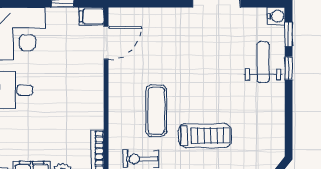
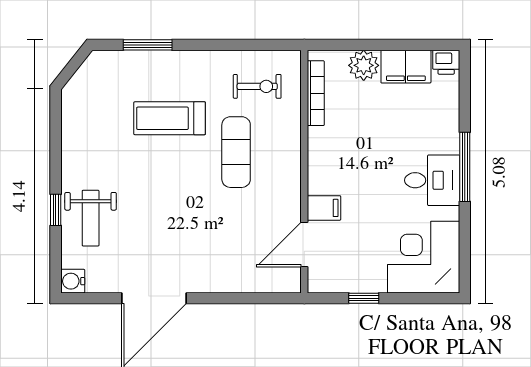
filing cabinet: (92, 16) -> (324, 208), moved
window: (289, 34) -> (56, 256), removed

